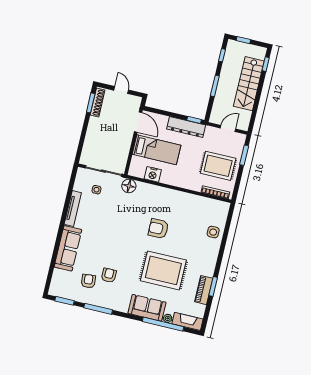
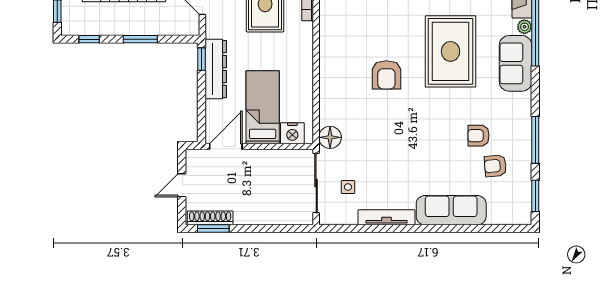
nightstand: (153, 174) -> (292, 133), moved, turned 90

